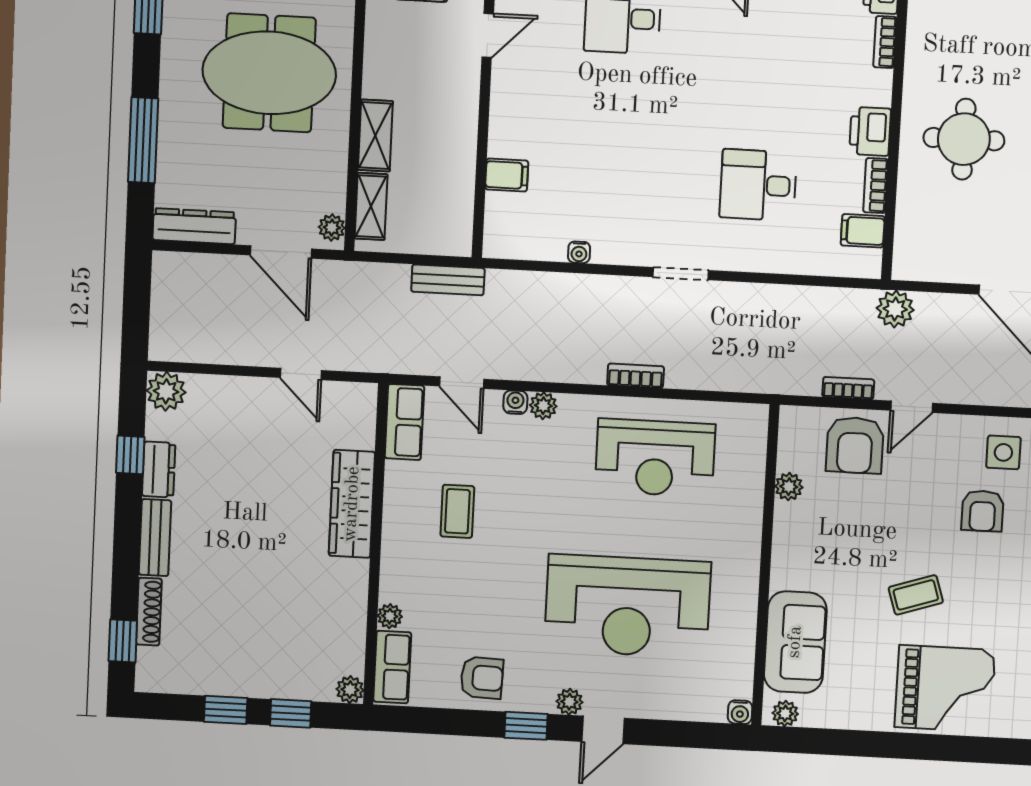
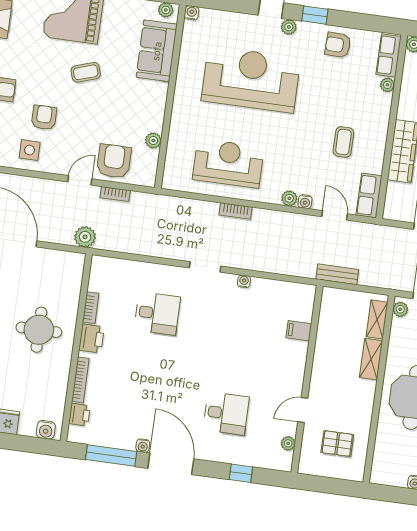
bookcase: (885, 42) -> (80, 380), width x1.56
filing cabinet: (863, 231) -> (100, 283), removed
water cooler: (579, 252) -> (244, 281), moved

